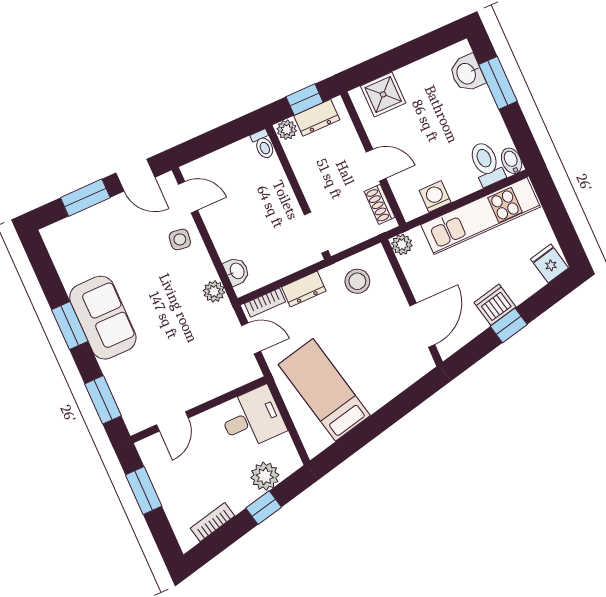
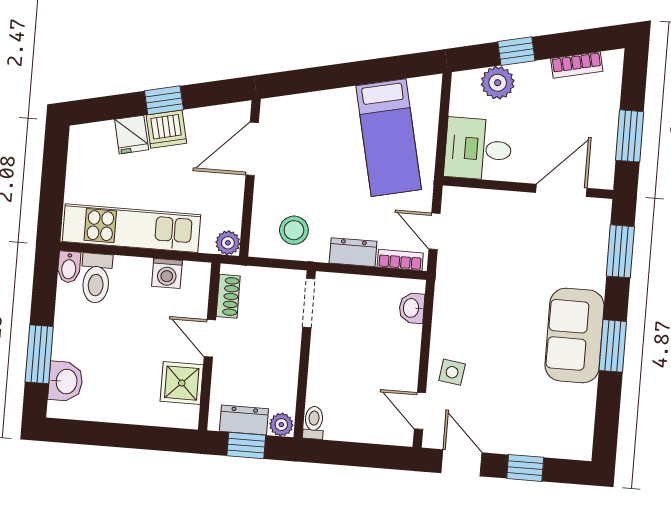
shower: (383, 94) -> (182, 383), moved
window: (85, 198) -> (525, 468), width x0.67
fridge: (550, 263) -> (132, 135), moved
plant: (214, 291) -> (446, 300), removed
door: (172, 421) -> (561, 190), width x1.38

